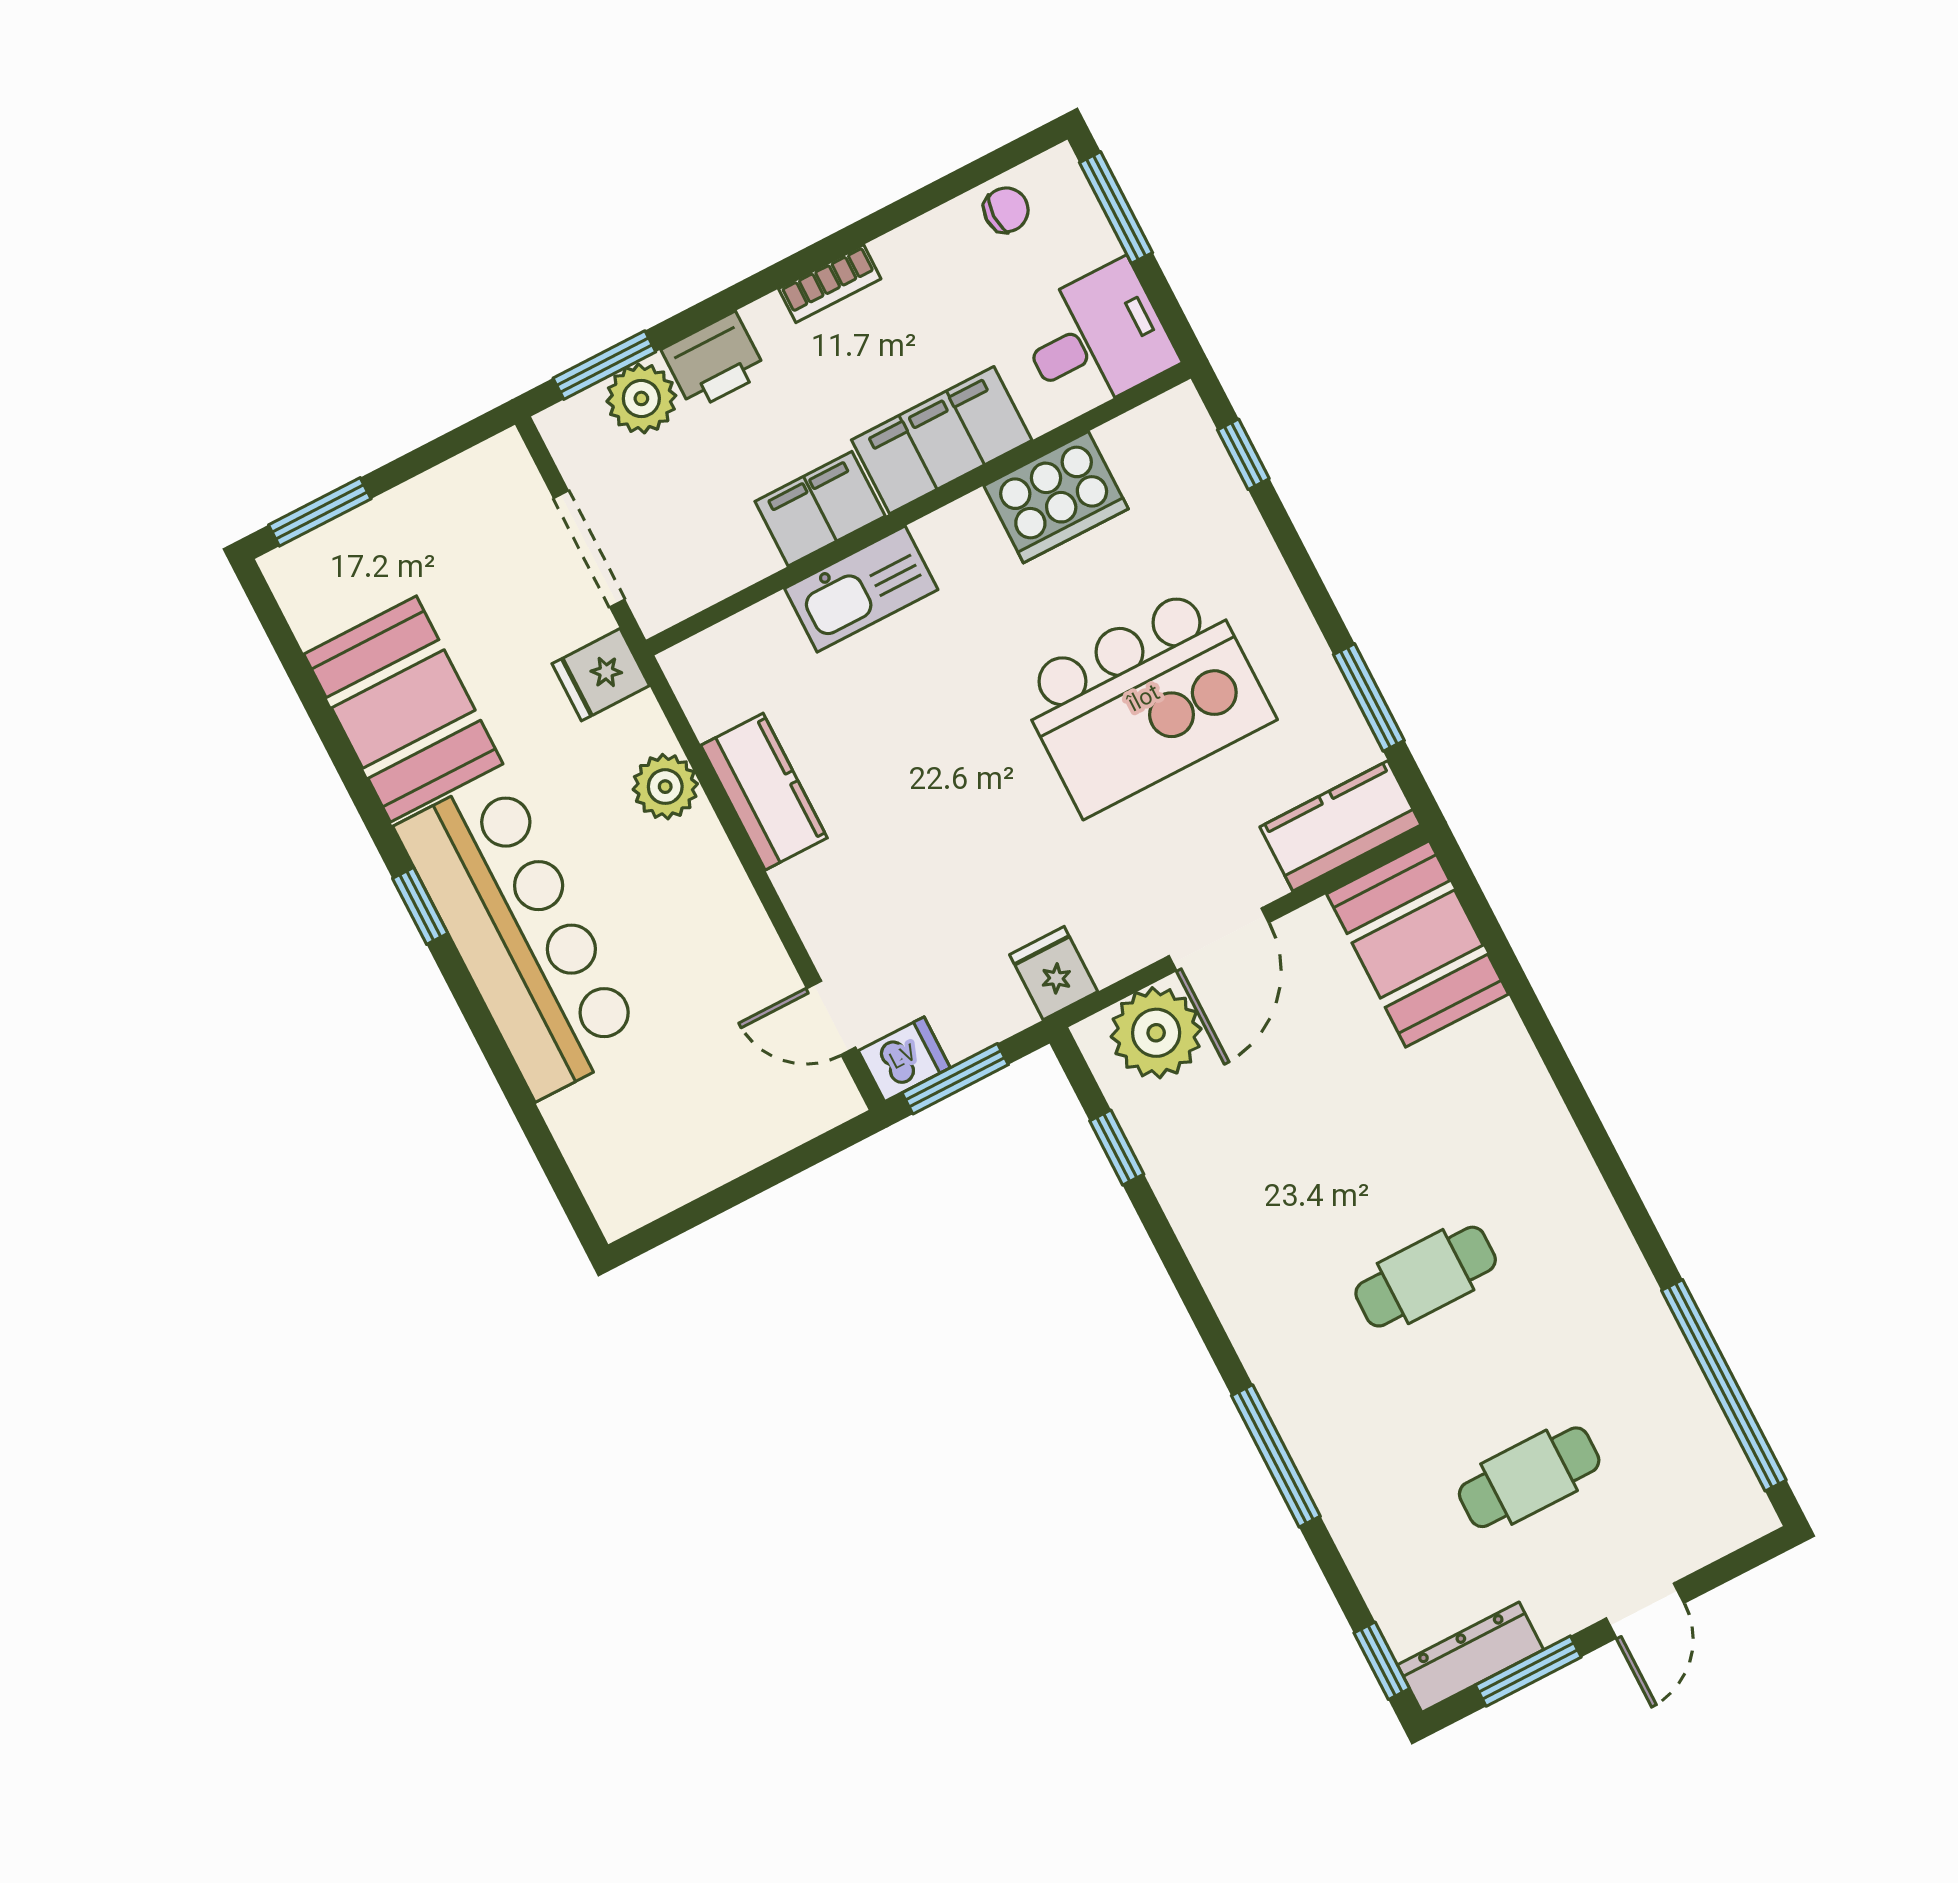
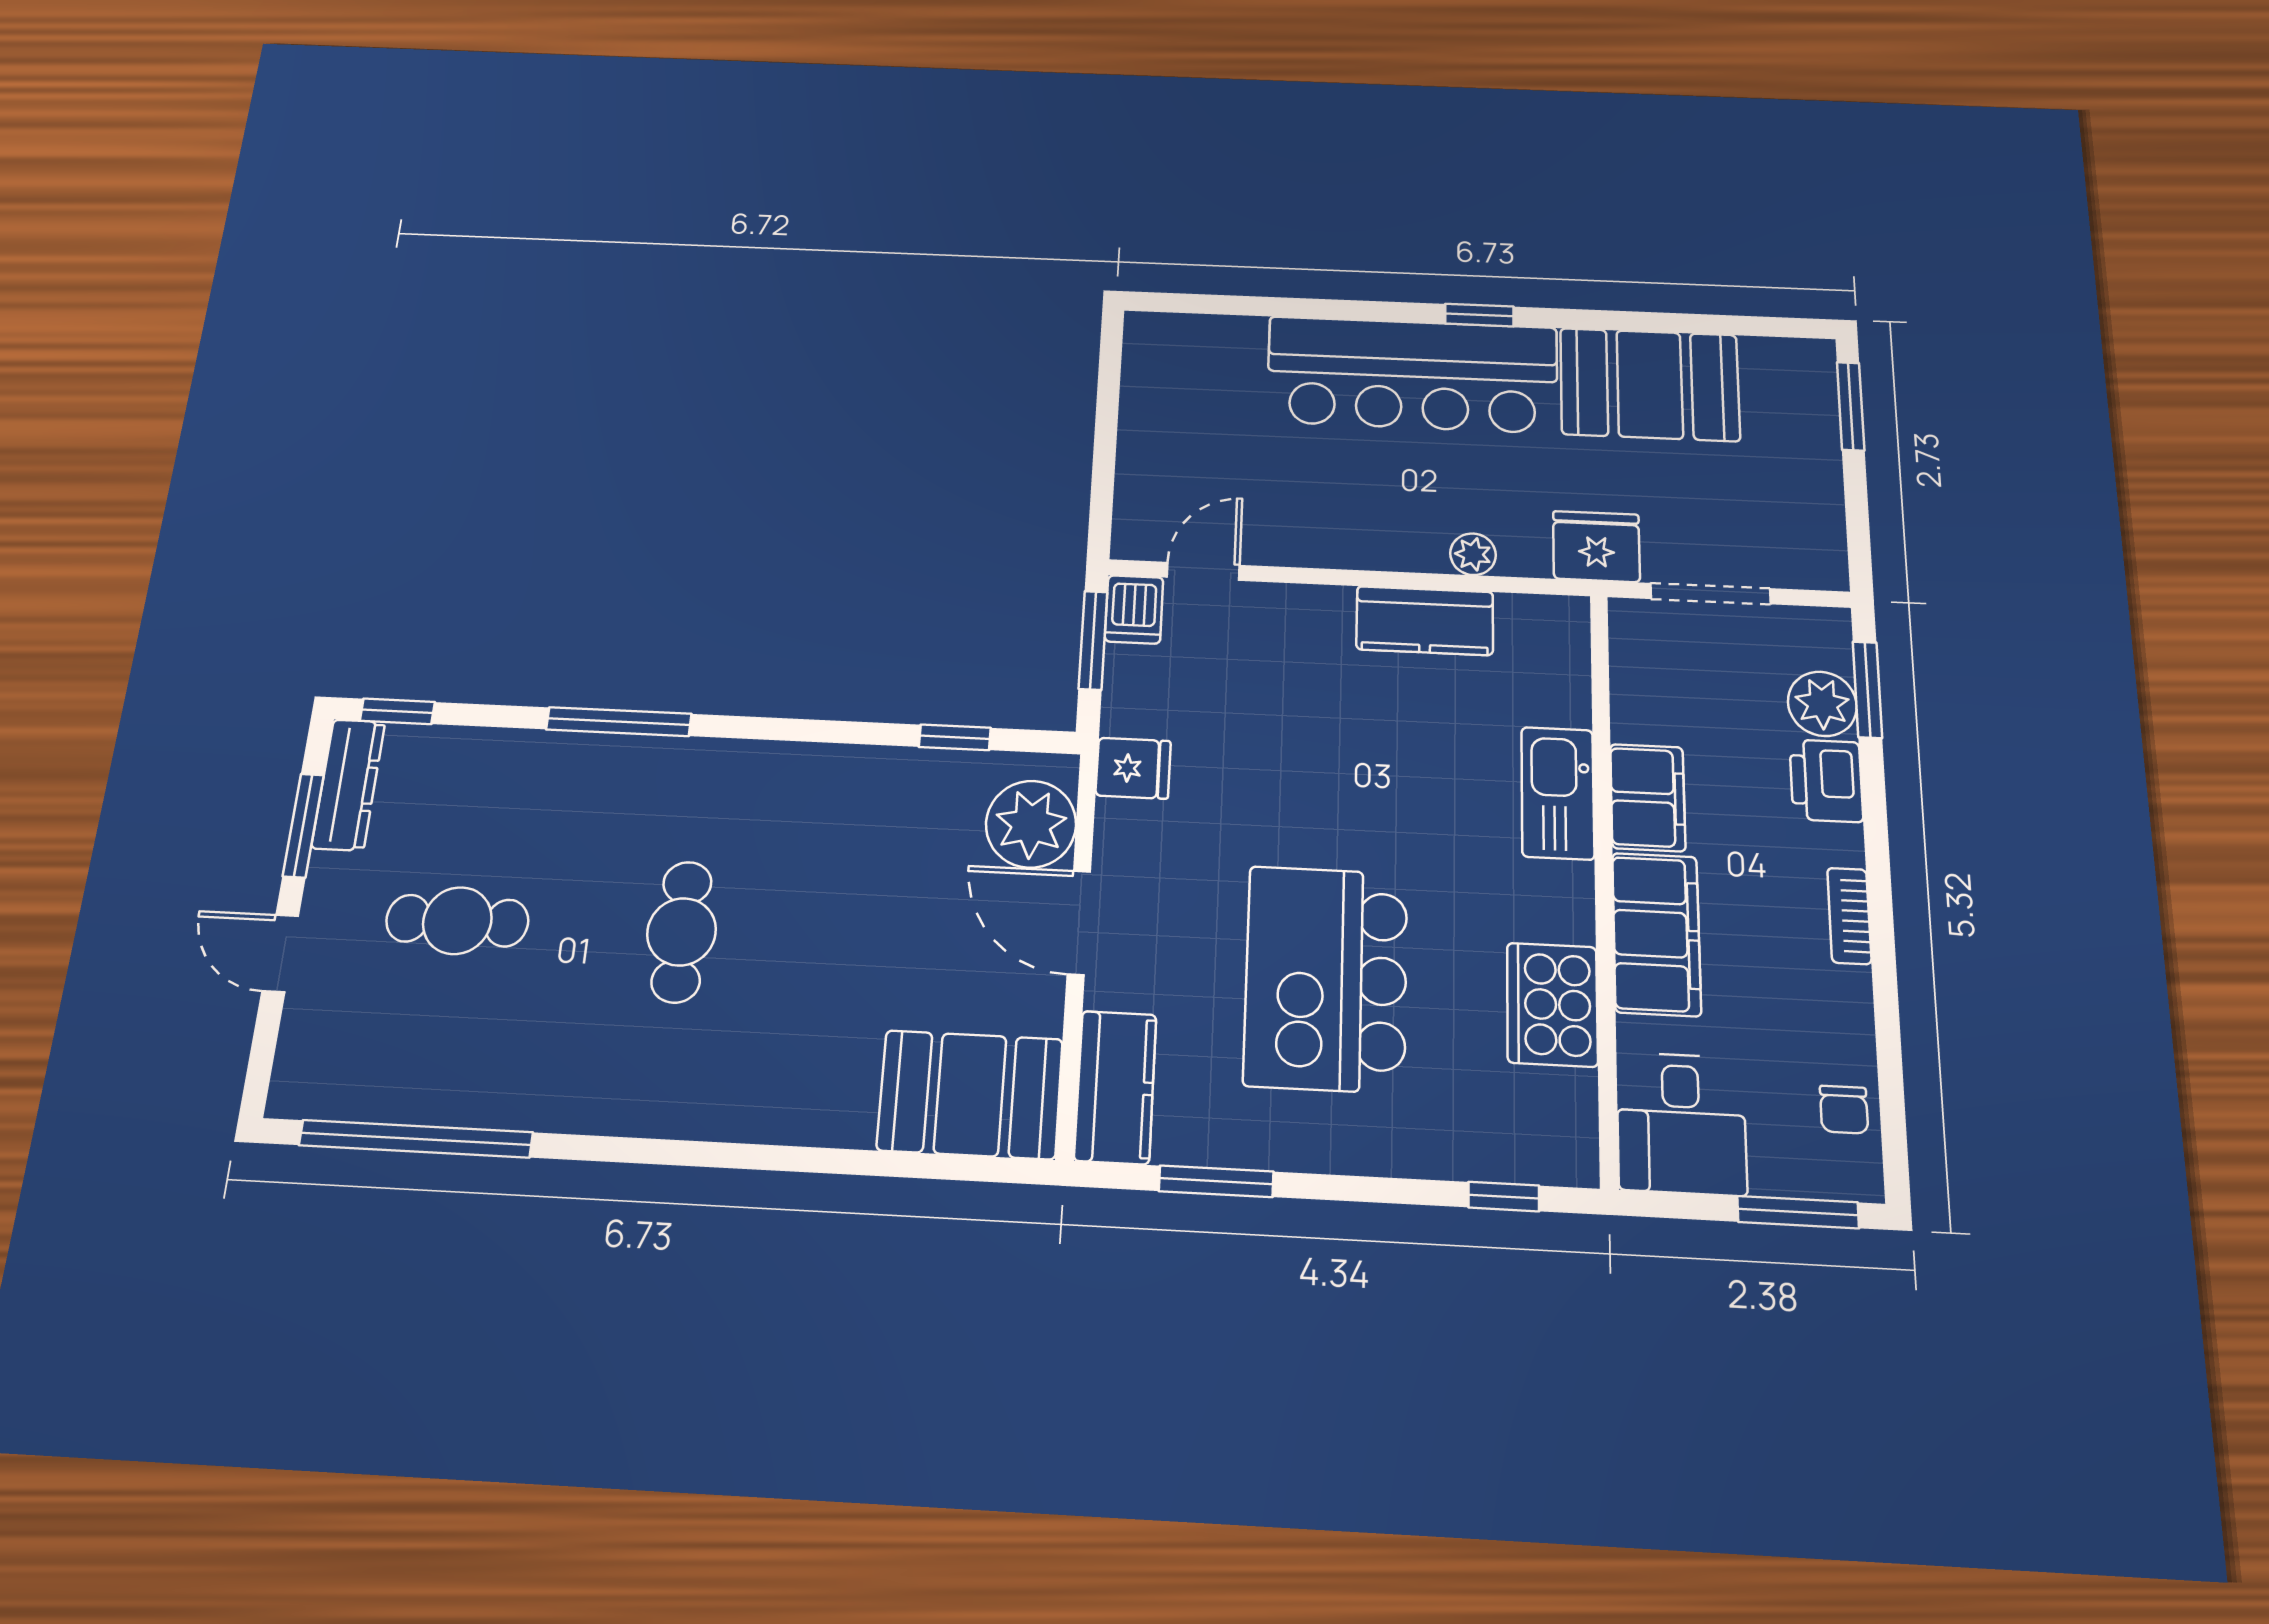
fridge: (601, 675) -> (1596, 546), width x1.38
plant: (665, 787) -> (1473, 554), width x0.73, depth x0.73
cafe table: (1529, 1477) -> (457, 921), turned 90

